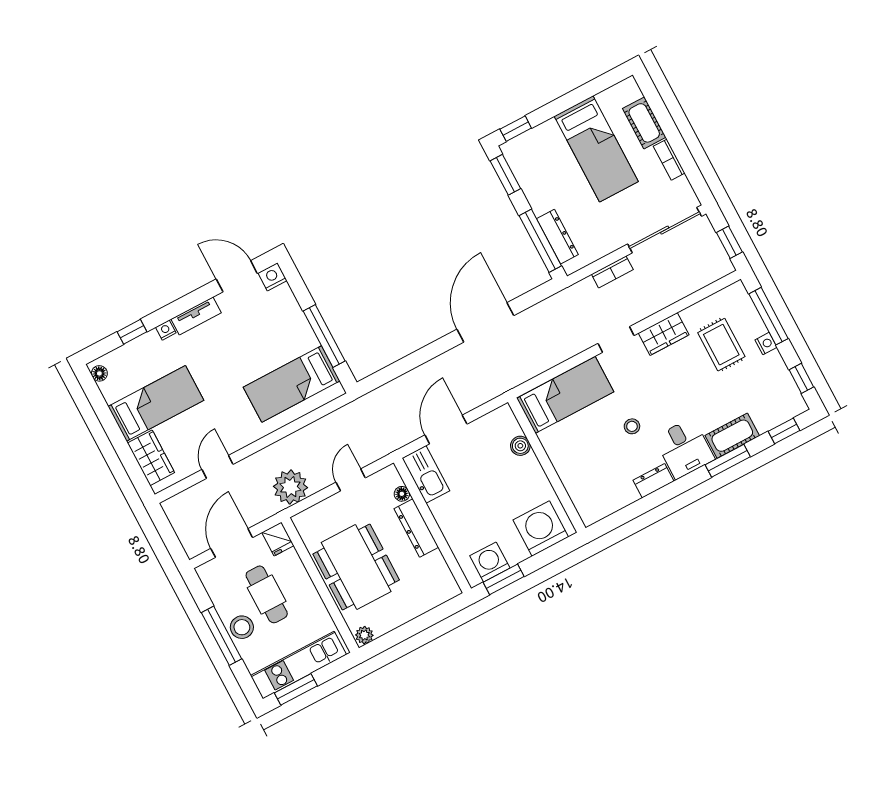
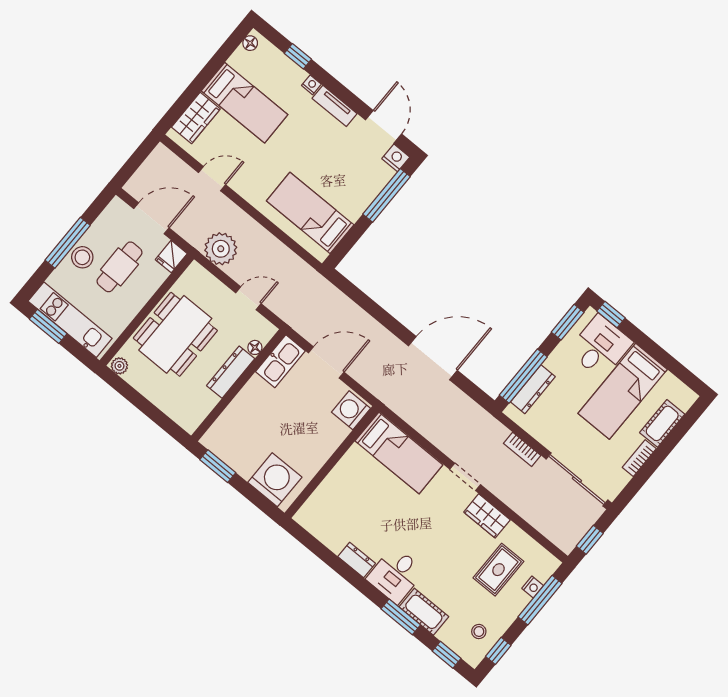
desk: (543, 153) -> (600, 347), added
window: (324, 336) -> (387, 195), moved
nightstand: (766, 344) -> (533, 587), moved
stool: (632, 426) -> (479, 632), moved
boiler: (520, 446) -> (339, 432), removed
washing machine: (490, 562) -> (351, 410), moved, turned -90

